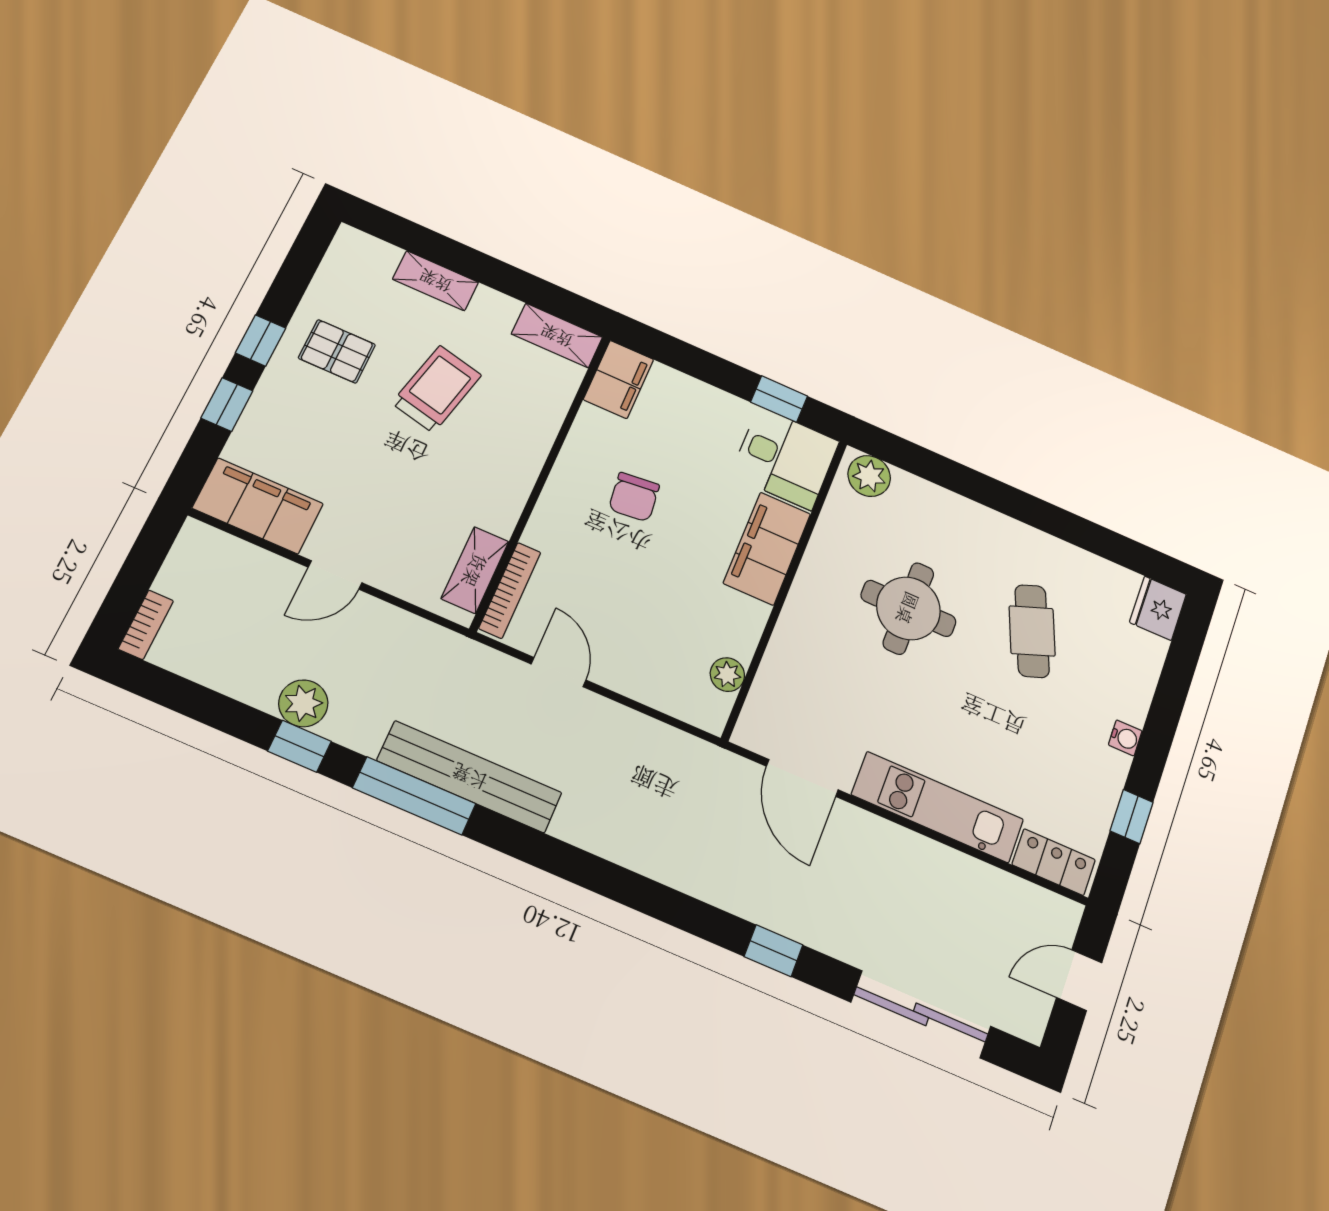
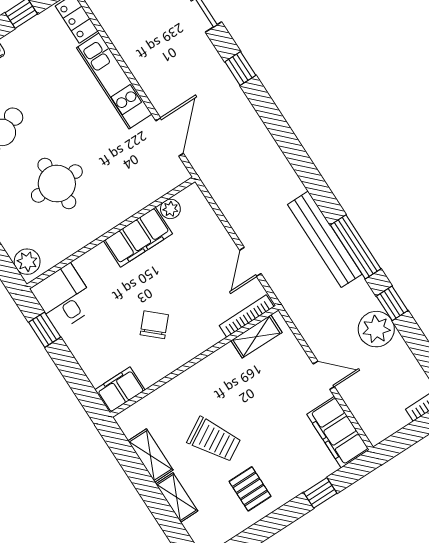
shelving: (557, 336) -> (150, 455), moved
window: (261, 340) -> (283, 517), removed
trolley: (437, 389) -> (214, 440), turned -133
chair: (634, 497) -> (154, 325), turned -42
filing cabinet: (767, 548) -> (138, 237), moved
plant: (303, 703) -> (376, 329), width x1.36, depth x1.36

